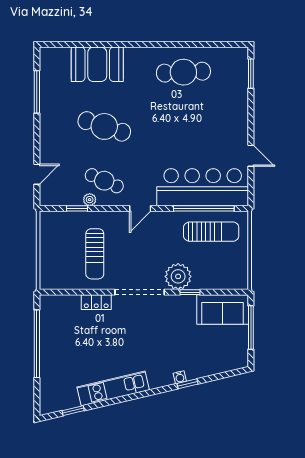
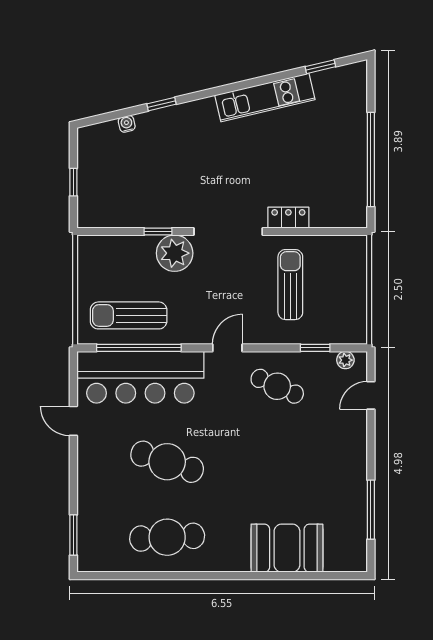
cafe table: (104, 126) -> (167, 462), moved
plant: (90, 200) -> (345, 360), moved
sofa: (223, 309) -> (113, 207), removed
window: (251, 328) -> (73, 182), width x0.46
water cooler: (180, 377) -> (127, 124), moved

